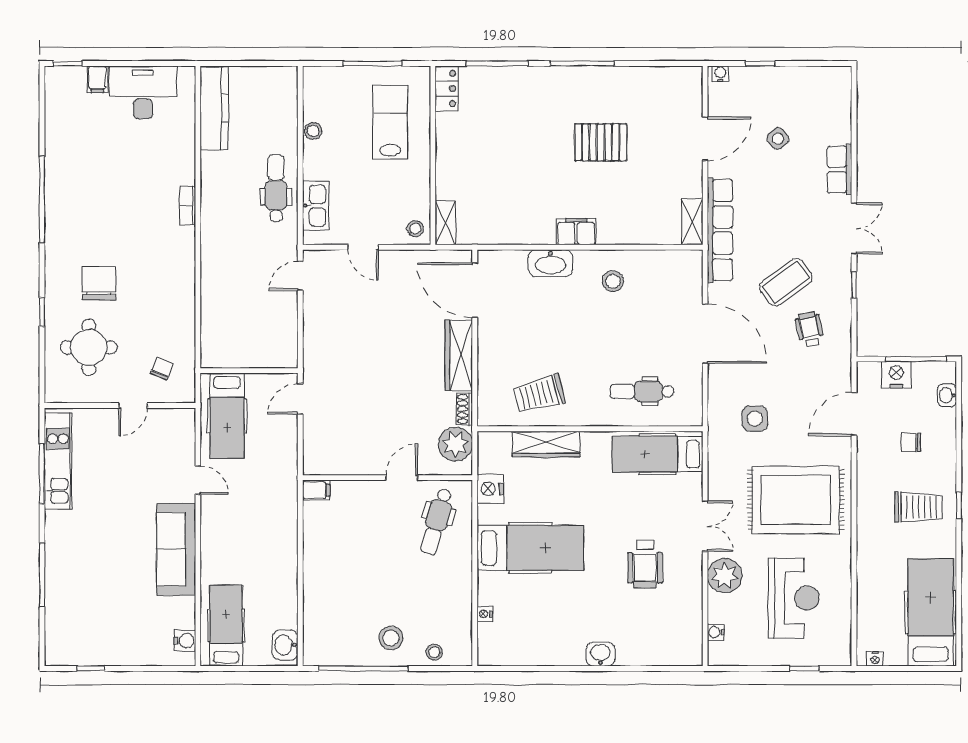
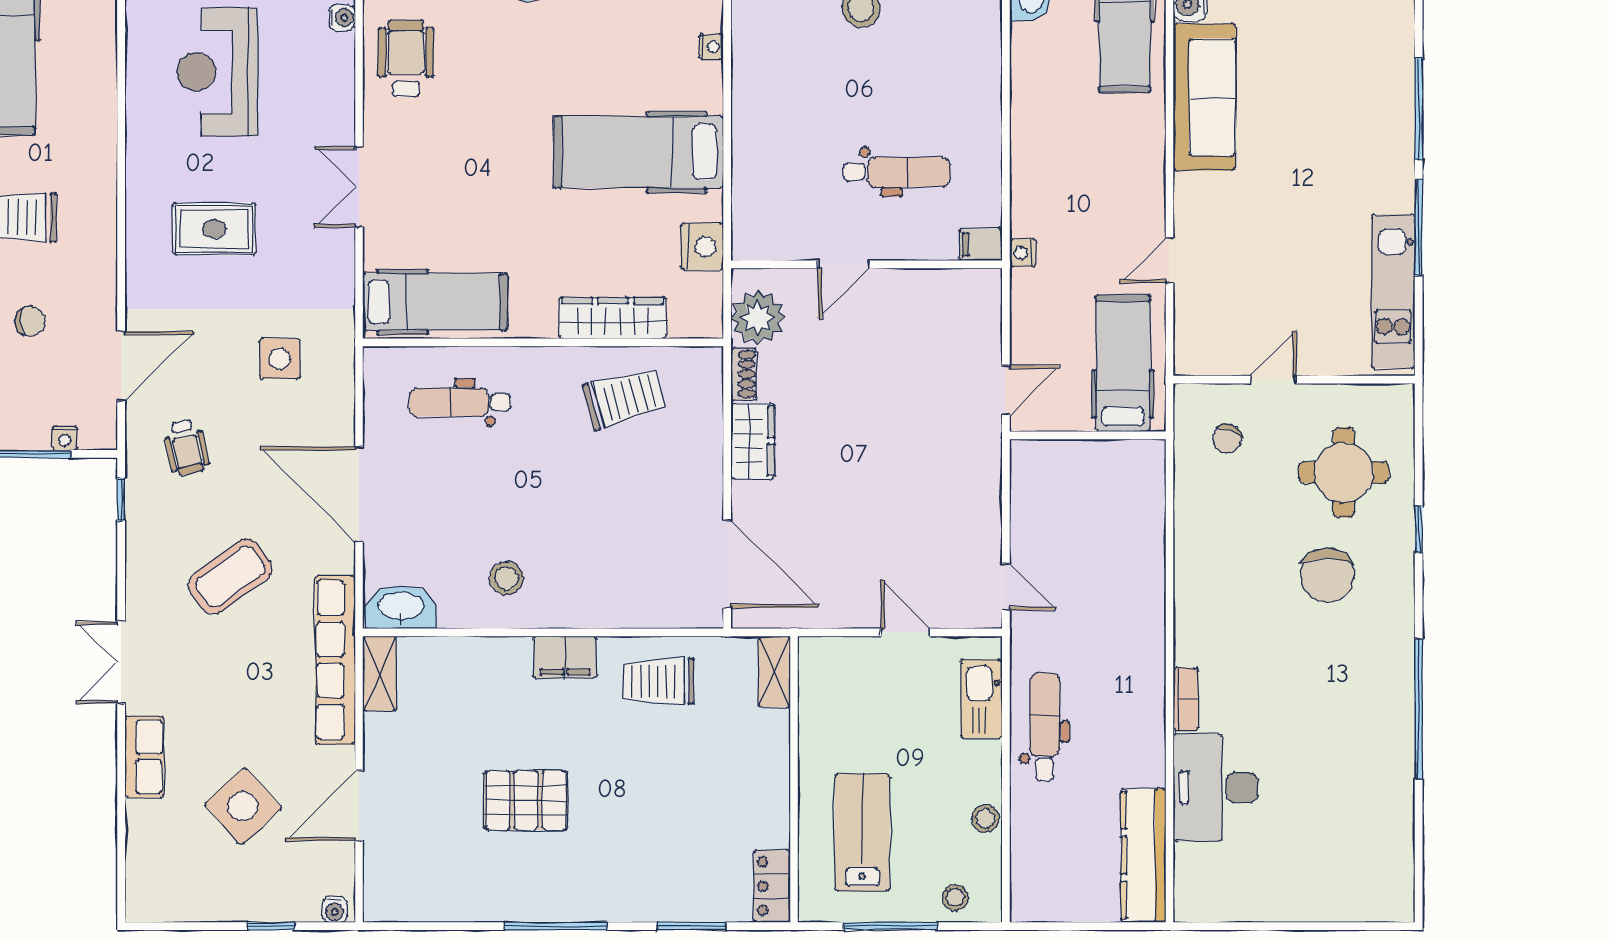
window: (68, 63) -> (1377, 926), removed
window: (497, 63) -> (691, 926), width x0.69
filing cabinet: (97, 79) -> (1330, 901), removed
desk: (143, 92) -> (1216, 787), moved, turned 90
lab bench: (390, 122) -> (862, 833), turned 180
side table: (778, 139) -> (243, 806), width x1.87, depth x1.87
dental chair: (276, 188) -> (1045, 727), turned 180
trolley: (518, 217) -> (659, 681), added
stool: (415, 229) -> (955, 898), moved
washbasin: (550, 263) -> (401, 607), moved
door: (300, 276) -> (1006, 587), hinge flipped
window: (854, 285) -> (121, 499), moved
wheelchair: (810, 330) -> (186, 447), moved
wardrobe: (459, 355) -> (753, 441), width x0.67
nightstand: (896, 375) -> (65, 438), width x0.53, depth x0.56
dental chair: (642, 391) -> (460, 402), turned 180
window: (42, 474) -> (1419, 228), moved
door: (198, 480) -> (1169, 260), hinge flipped
nightstand: (290, 485) -> (1023, 253), added
rug: (796, 500) -> (214, 229), width x0.54, depth x0.49
dental chair: (437, 522) -> (897, 172), moved, turned 74
sofa: (176, 549) -> (1204, 97), moved
wheelchair: (645, 564) -> (406, 59), moved
plant: (725, 576) -> (328, 108), removed

